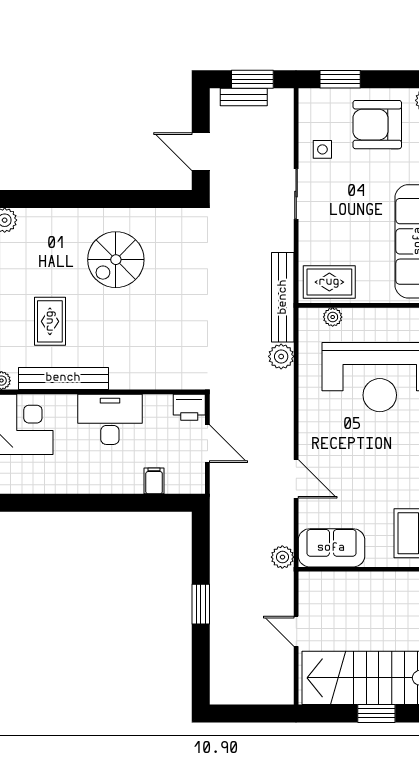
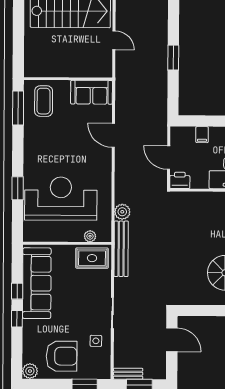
bench: (244, 97) -> (128, 374), moved
plant: (282, 557) -> (122, 87), removed

